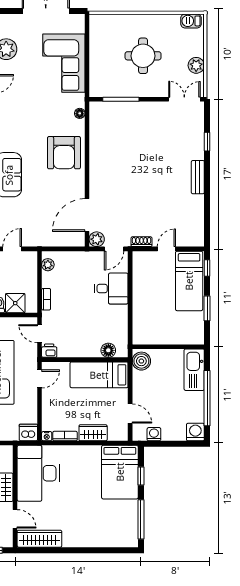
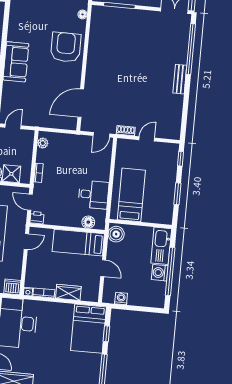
window: (207, 142) -> (191, 49), width x3.17
armchair: (64, 153) -> (66, 47), turned 180
plant: (97, 239) -> (87, 125), removed
bed: (189, 281) -> (131, 195), moved, turned 180
desk: (111, 289) -> (93, 195), moved
door: (130, 414) -> (103, 268), moved
washing machine: (195, 432) -> (160, 273), moved, turned -90

